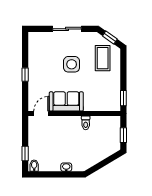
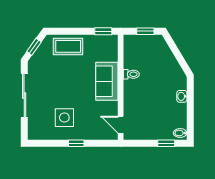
sliding door: (67, 29) -> (24, 96), width x1.37
coffee table: (103, 58) -> (68, 46), moved
side table: (72, 64) -> (64, 118), moved
sofa: (66, 101) -> (107, 81), moved

